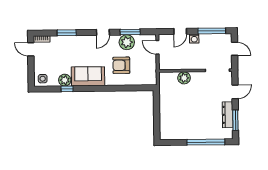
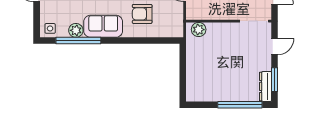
plant: (184, 78) -> (199, 30), moved
window: (67, 89) -> (78, 41), width x3.17
dresser: (228, 115) -> (266, 86), moved

